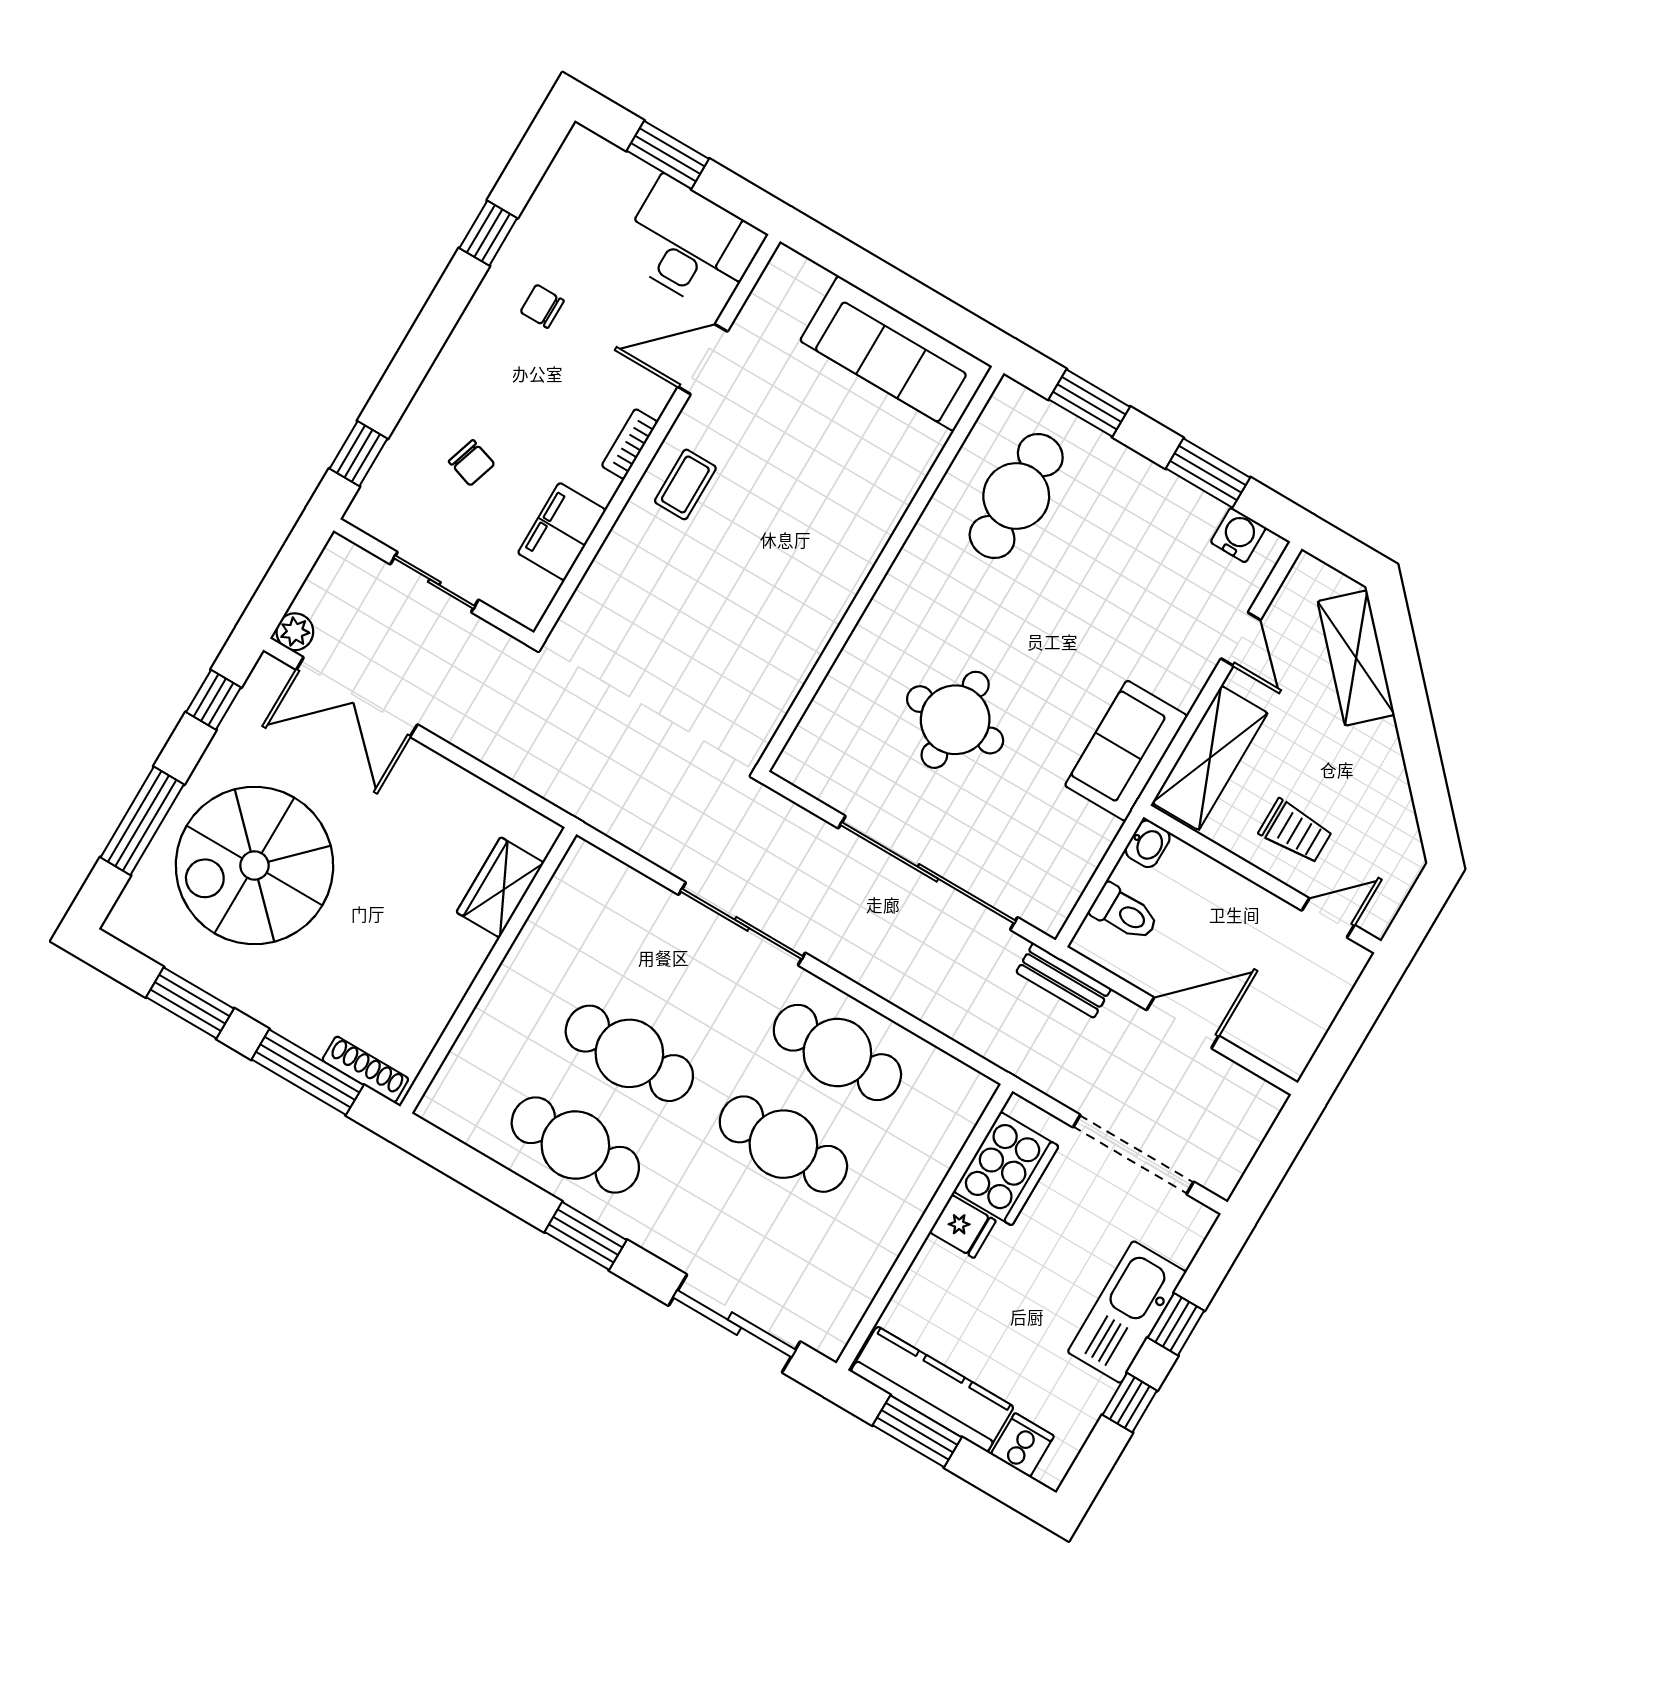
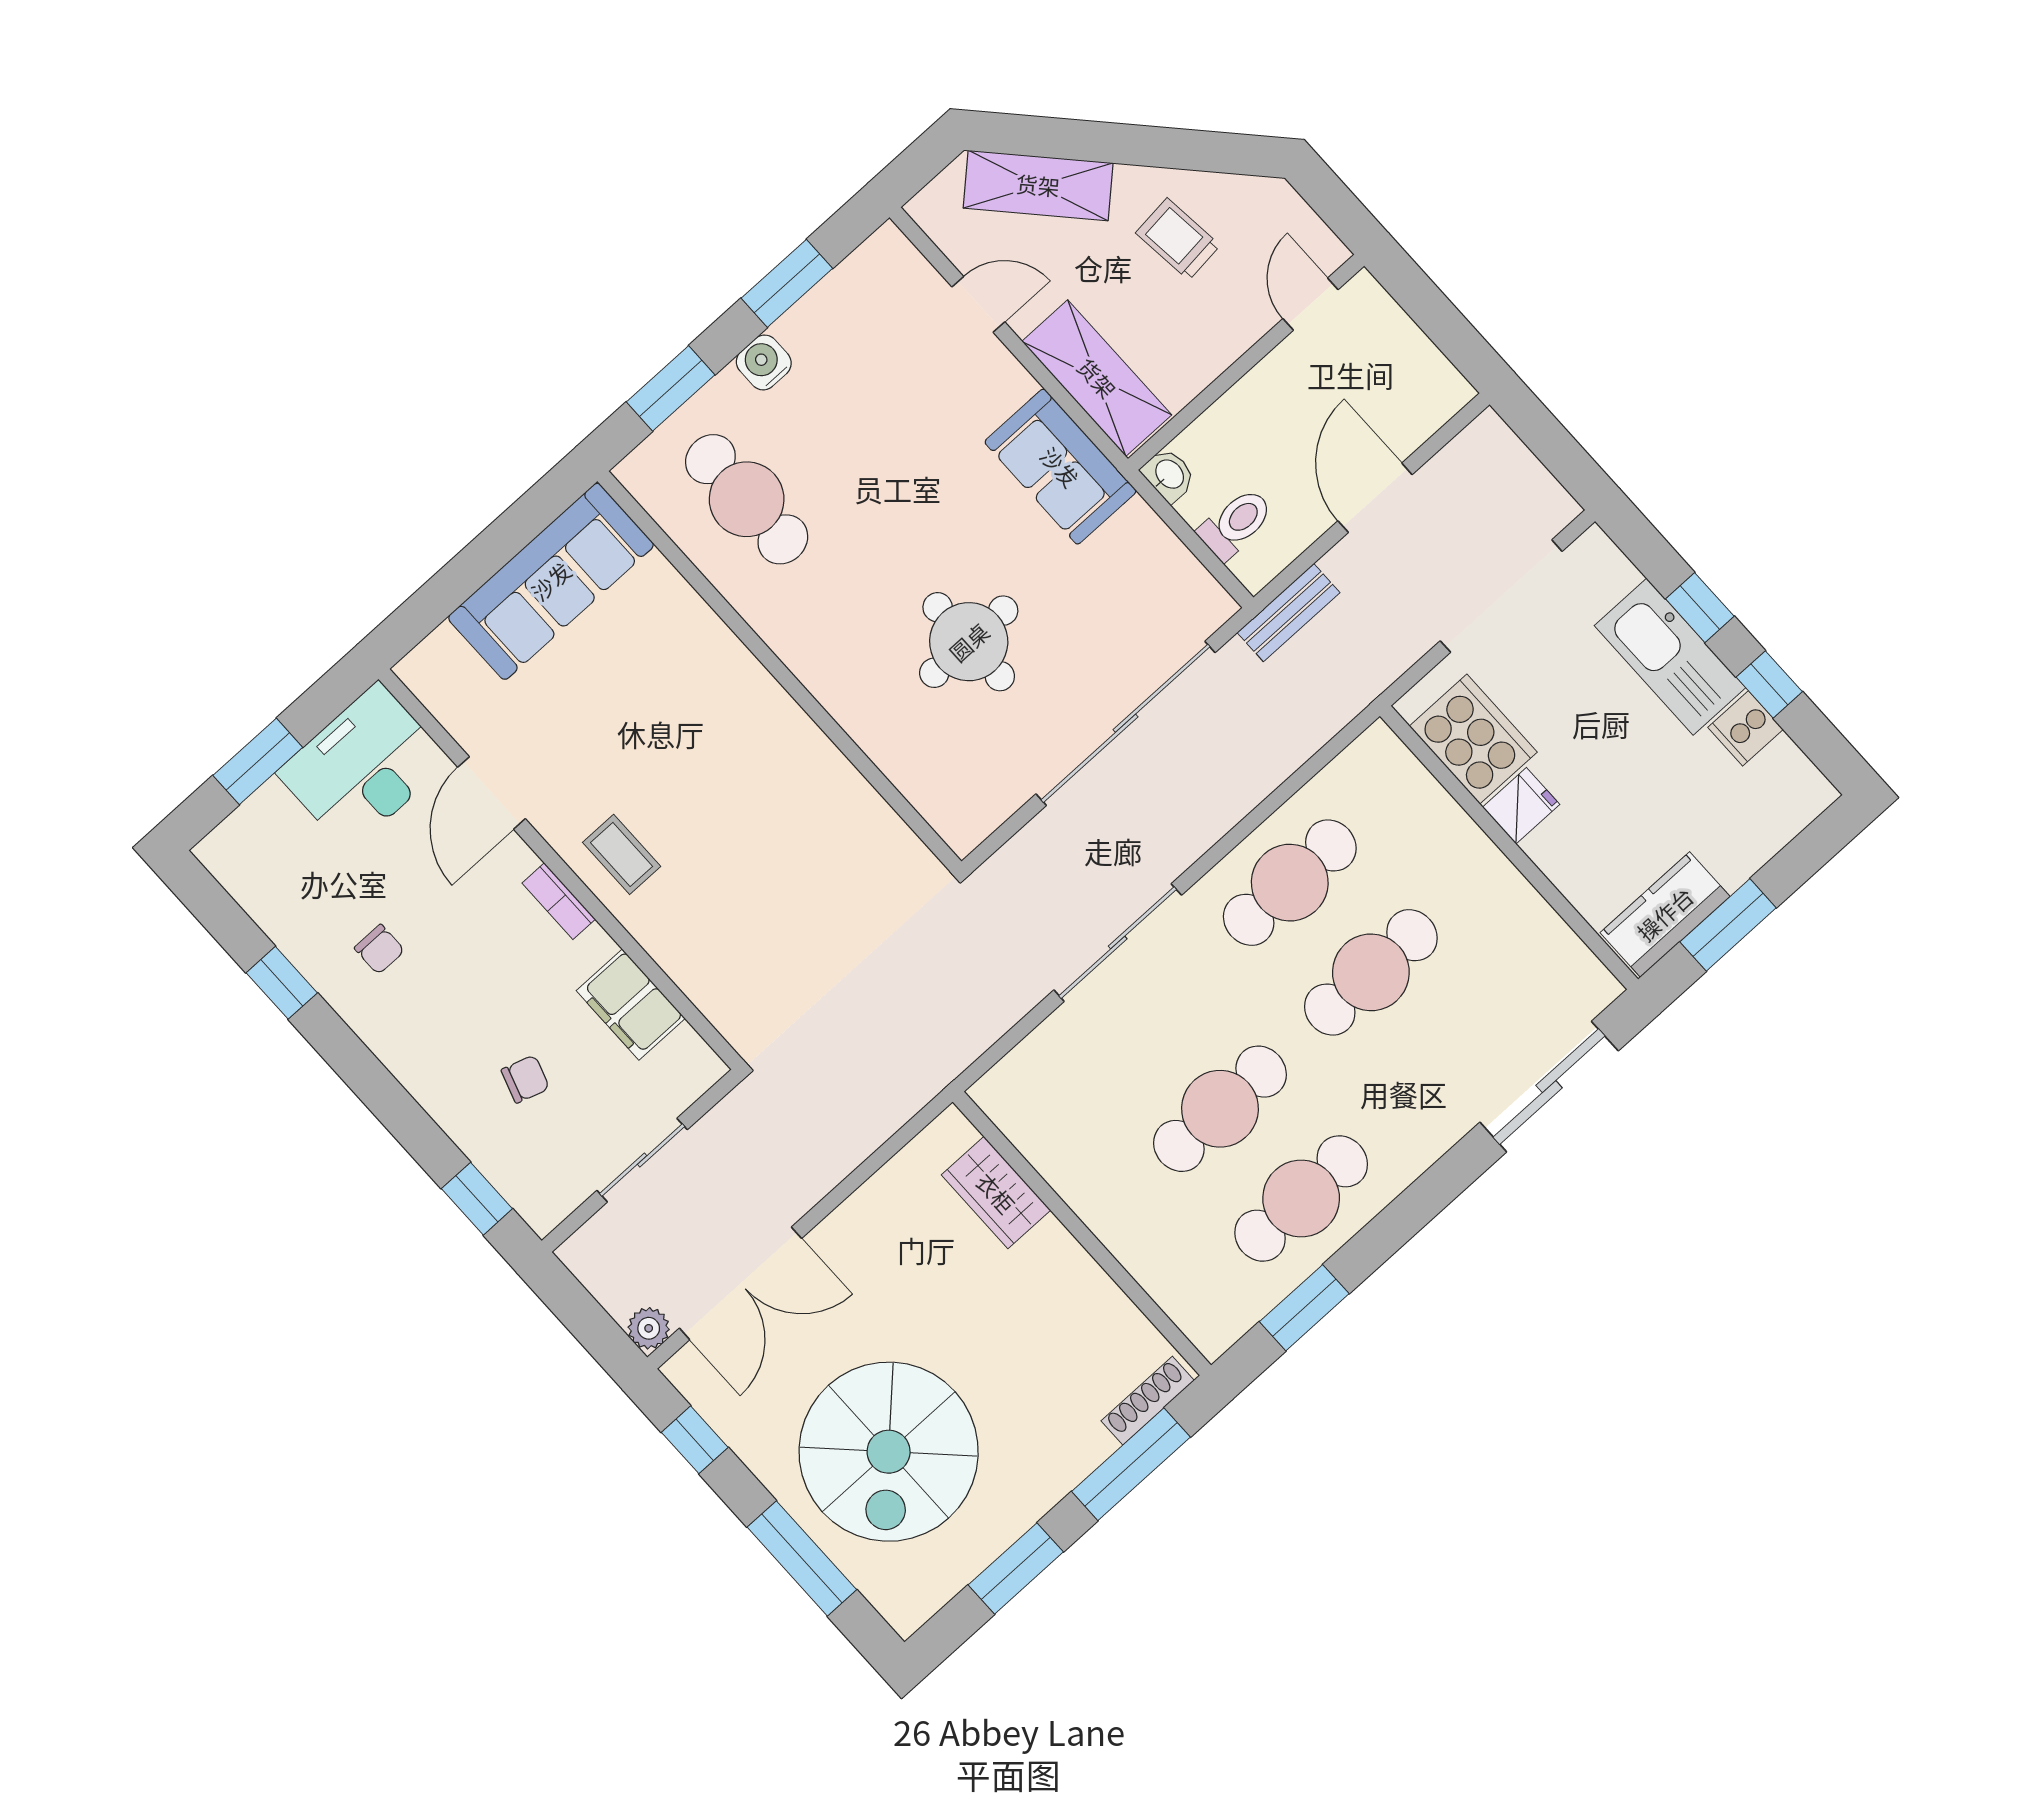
chair: (542, 306) -> (379, 949), turned -90
water cooler: (1238, 535) -> (764, 362), moved
trolley: (1295, 831) -> (1178, 239), moved, turned -96
window: (586, 1236) -> (1304, 1308), moved
kitchen counter: (932, 1389) -> (1665, 914), width x0.67
cooker: (1022, 1445) -> (1746, 728), moved, turned -90

